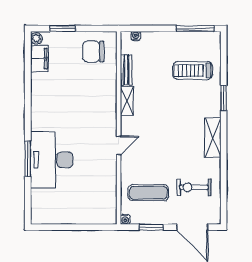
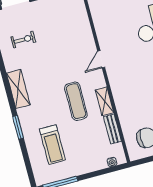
treadmill: (193, 70) -> (52, 145), turned 90
exercise bike: (194, 187) -> (23, 40), width x0.73, depth x0.72
exercise mat: (148, 193) -> (76, 101), moved, turned 90

